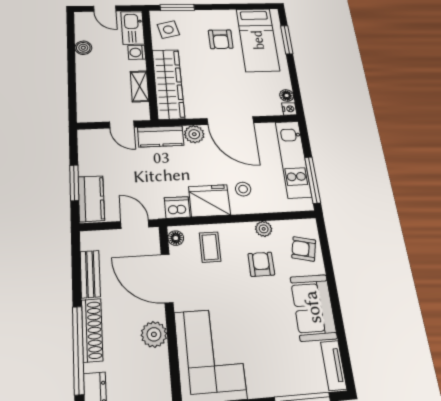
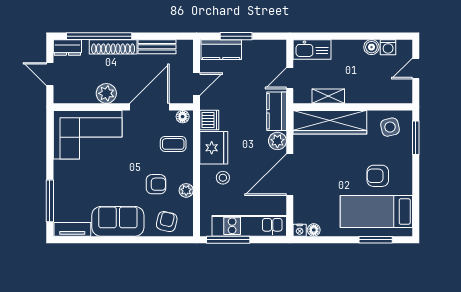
kitchen sink: (133, 28) -> (312, 49), moved, turned 180
washing machine: (137, 52) -> (388, 47), moved, turned 180

